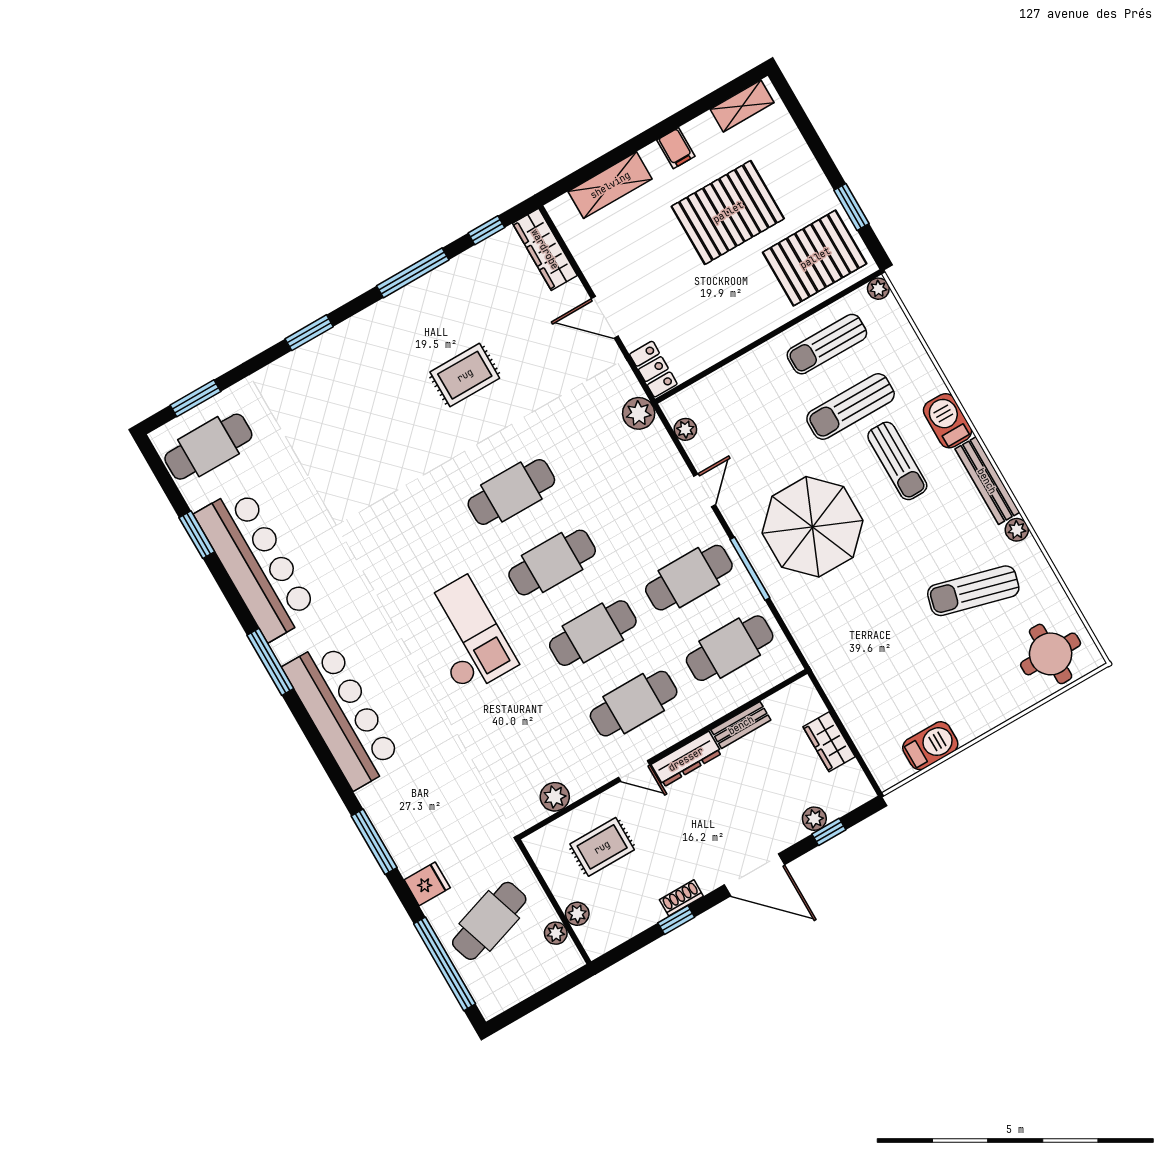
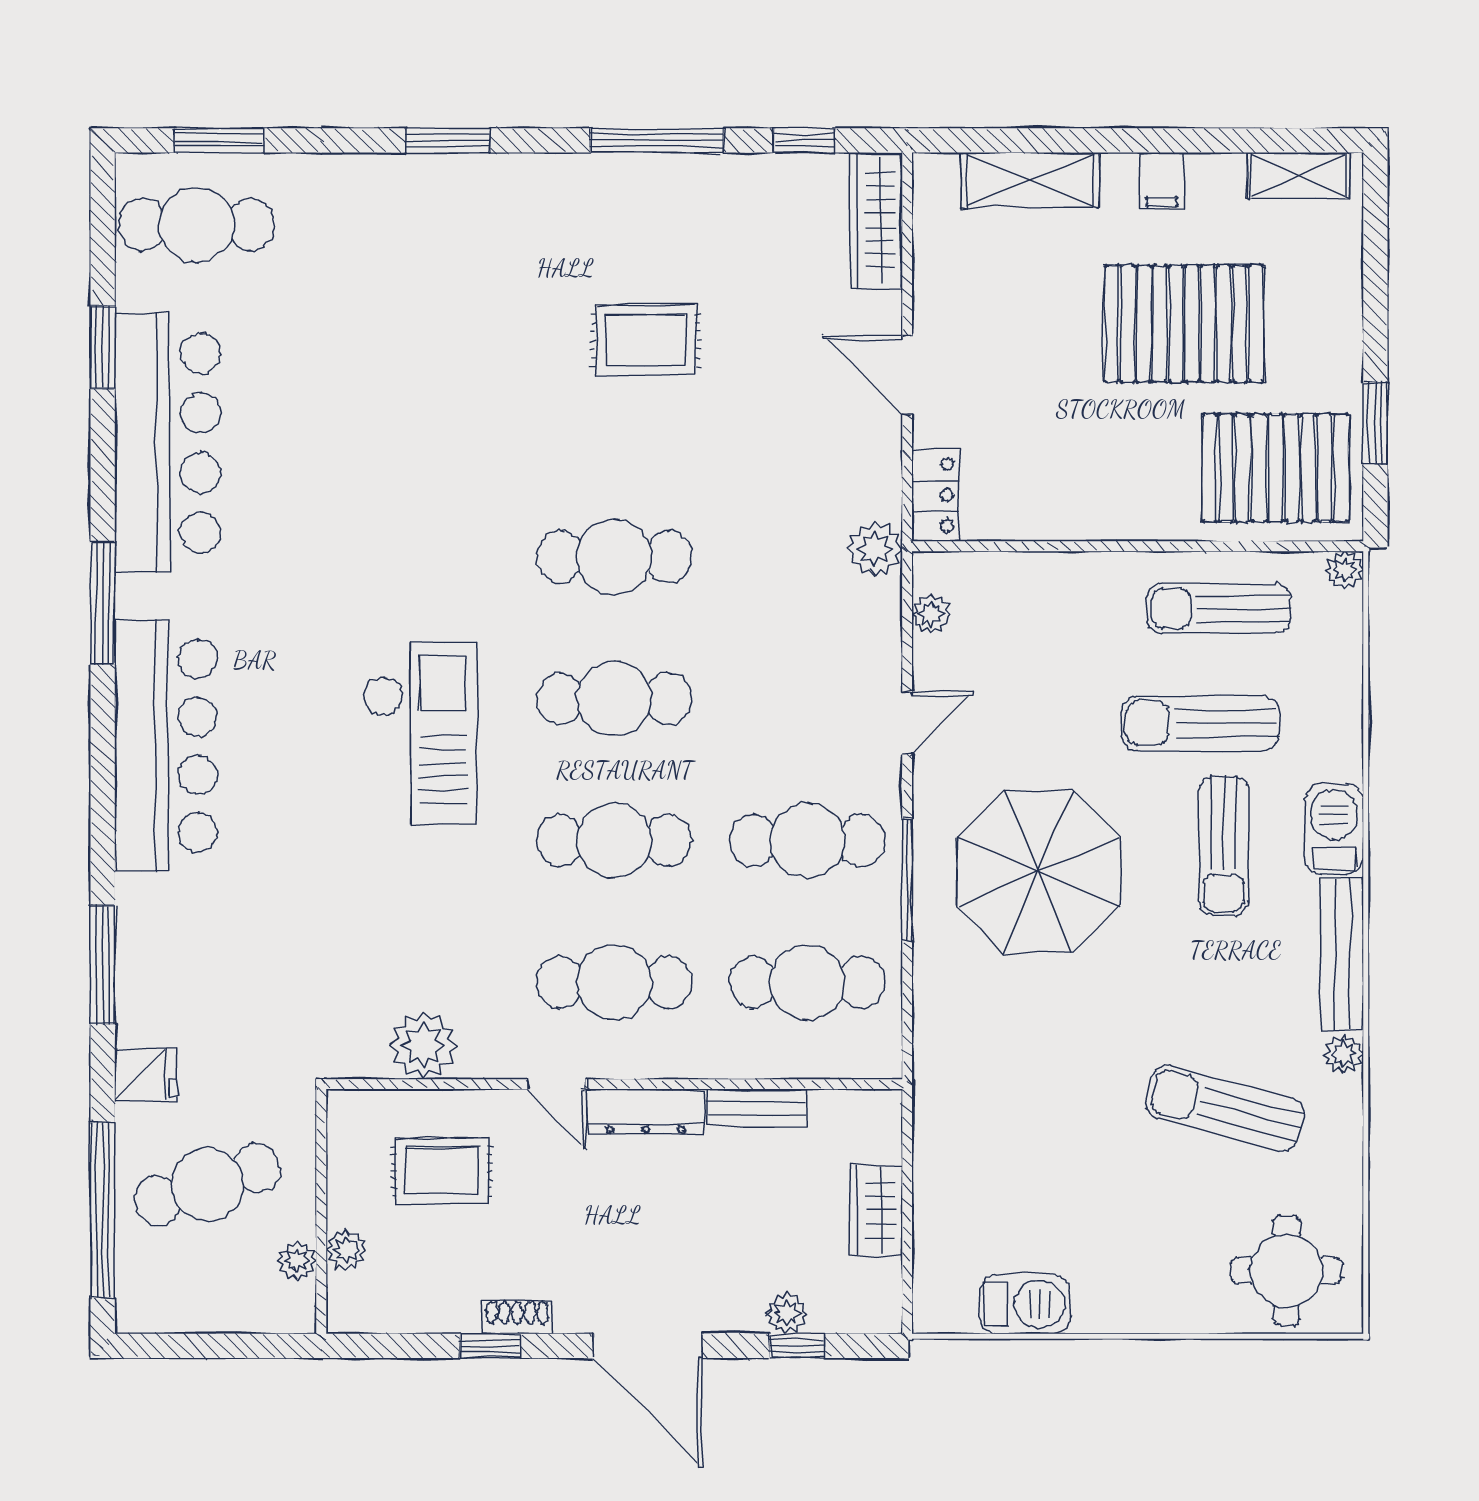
plant: (555, 797) -> (423, 1045), width x1.36, depth x1.36

